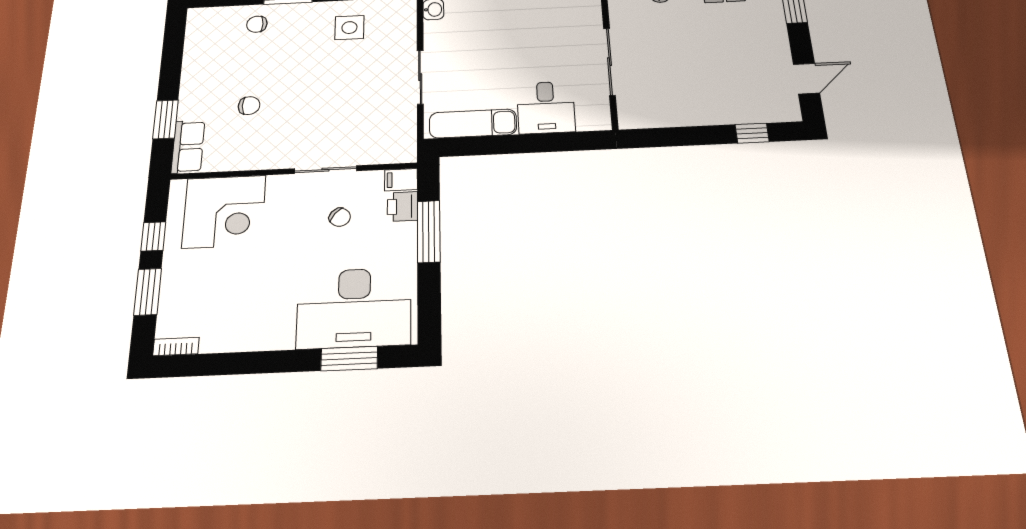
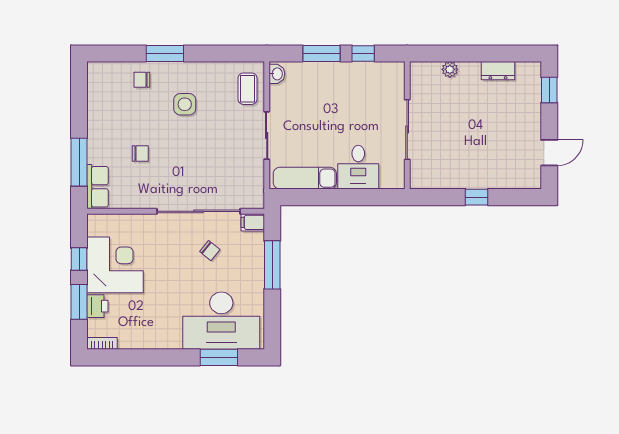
coffee table: (395, 27) -> (248, 89), added
side table: (349, 28) -> (185, 104), moved
window: (166, 119) -> (79, 162), width x1.44
window: (752, 133) -> (477, 197), moved
sliding door: (325, 170) -> (198, 211), width x1.86
printer: (402, 207) -> (97, 306), moved, turned 180
corner desk: (224, 211) -> (115, 265), moved, turned -90

